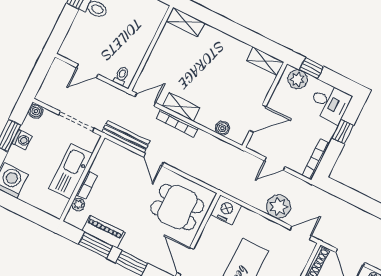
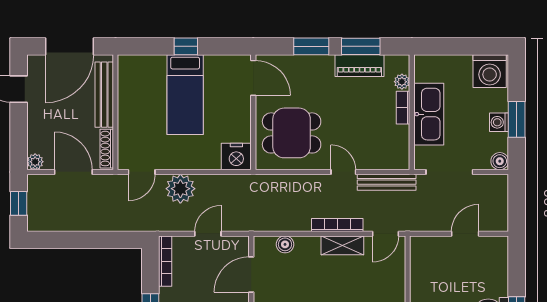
toilet: (121, 76) -> (425, 247), removed

